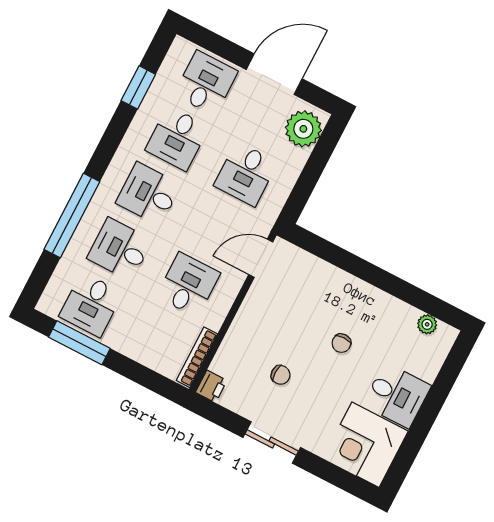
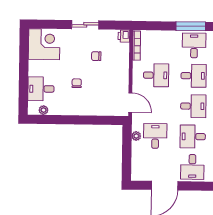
plant: (303, 129) -> (136, 136), moved, width x0.53, depth x0.53
desk: (177, 138) -> (193, 137), turned -90
door: (261, 258) -> (130, 103), hinge flipped
desk: (188, 285) -> (156, 75), turned -90
desk: (397, 395) -> (41, 89), moved

